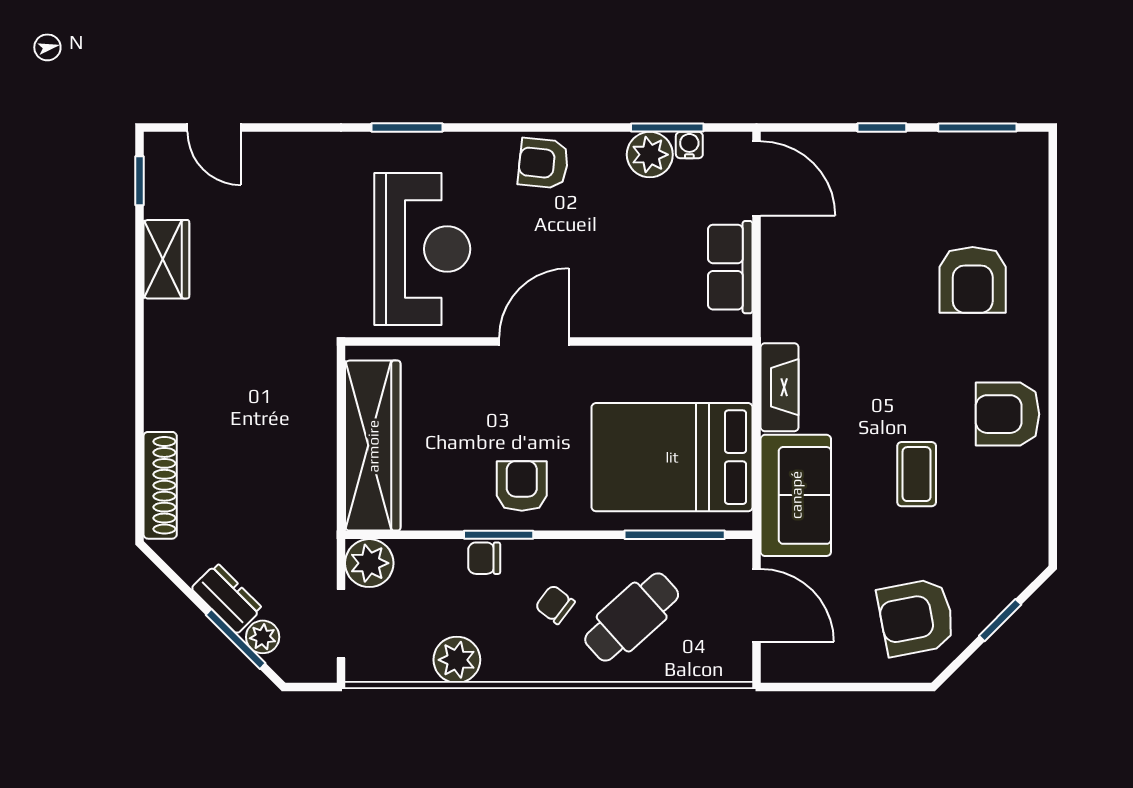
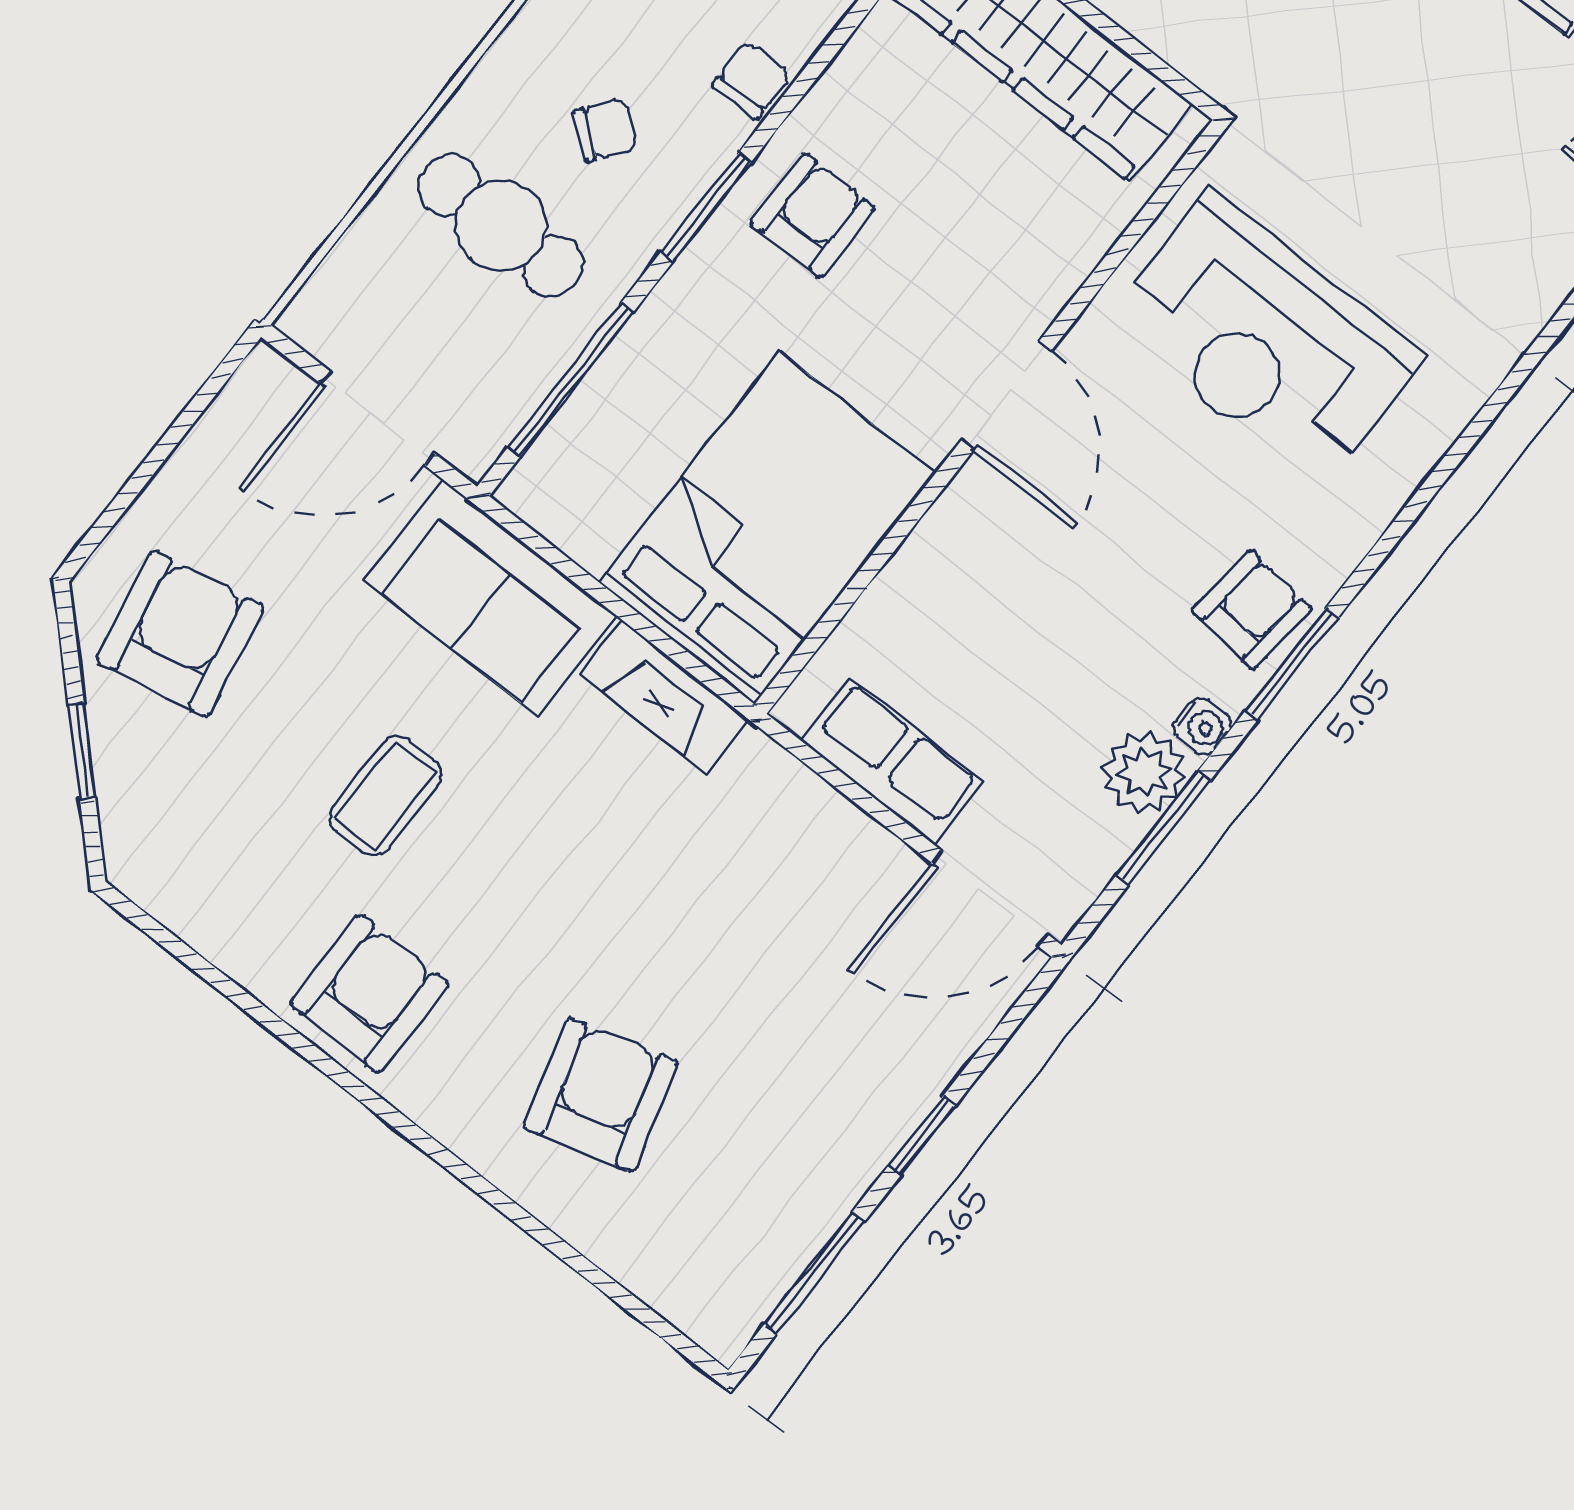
window: (407, 128) -> (1292, 664), moved
water cooler: (689, 145) -> (1202, 726), moved
armchair: (973, 280) -> (601, 1095), turned 74
bed: (672, 457) -> (767, 528), moved
coffee table: (917, 474) -> (385, 796), turned 90
armchair: (522, 486) -> (813, 216), turned -90
window: (499, 535) -> (706, 207), moved
cafe table: (632, 617) -> (501, 226), turned -48

